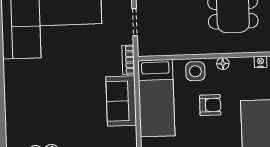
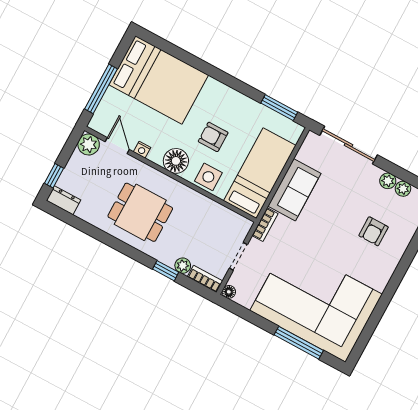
floor lamp: (223, 64) -> (176, 161), width x1.89, depth x1.89
armchair: (39, 105) -> (374, 231), added

